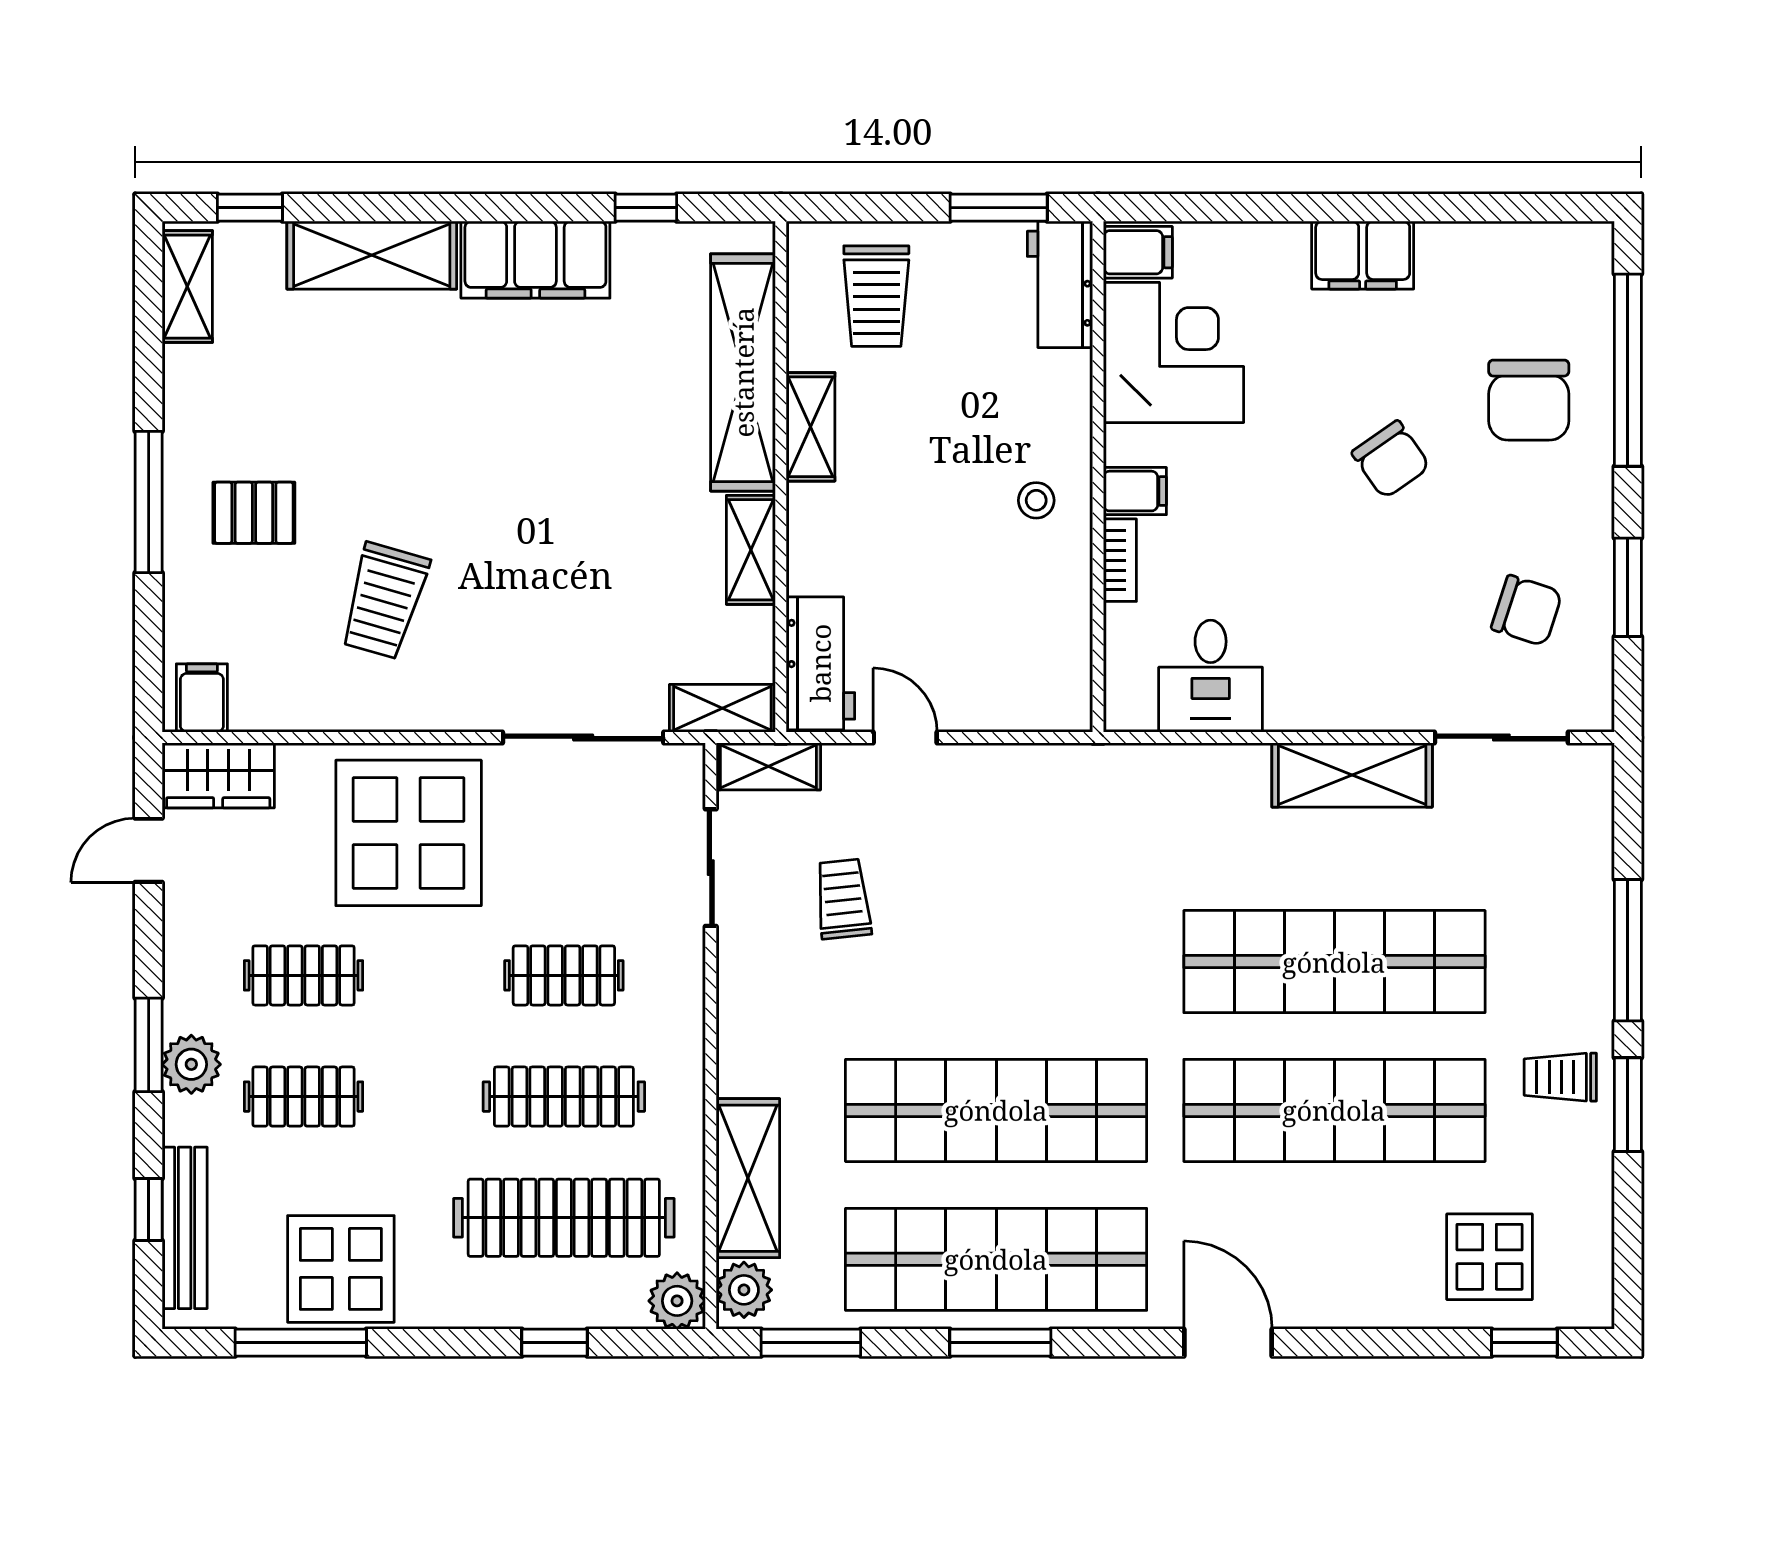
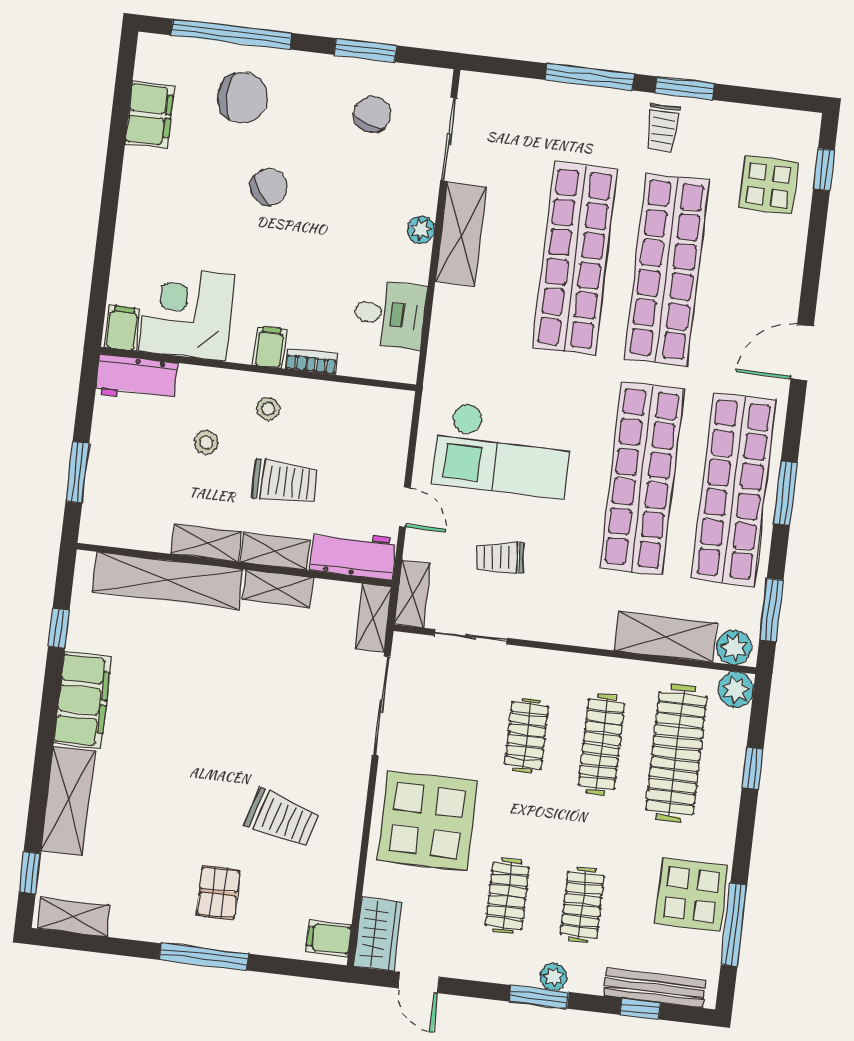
window: (999, 208) -> (77, 472), moved
filing cabinet: (1363, 255) -> (150, 115), moved
trolley: (876, 296) -> (285, 482), moved
stool: (971, 408) -> (206, 442), added
shelving: (810, 539) -> (275, 551), added
plant: (1352, 710) -> (421, 230), added
door: (905, 737) -> (405, 507), swing flipped
checkout: (1015, 883) -> (503, 450), added
plant: (191, 1064) -> (553, 977), width x0.73, depth x0.73

